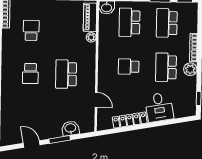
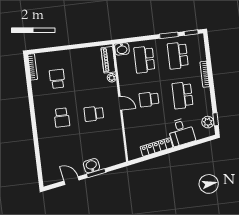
plant: (190, 69) -> (208, 122), moved
school desk: (66, 74) -> (94, 114), width x0.54
door: (96, 100) -> (120, 103), moved
washbasin: (70, 128) -> (91, 166), moved

